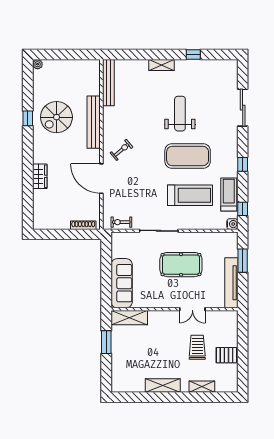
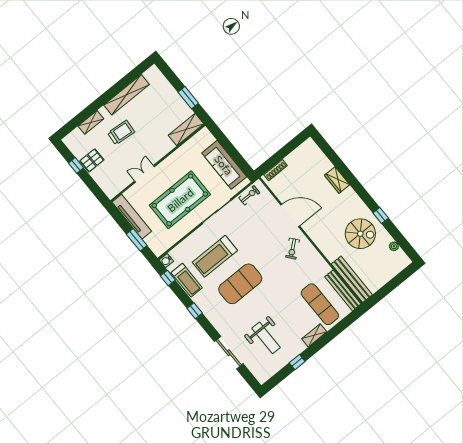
plant: (38, 64) -> (394, 246), moved
exercise mat: (136, 87) -> (320, 304), added
weight bench: (180, 114) -> (266, 338), moved
spiral stairs: (56, 117) -> (360, 234), turned 90
bench: (94, 122) -> (352, 279), moved
pool table: (181, 265) -> (180, 200), width x1.36, depth x1.32
sofa: (122, 283) -> (224, 165), moved
trolley: (197, 347) -> (121, 132), moved, turned -85
window: (243, 362) -> (76, 165), added
shelving: (163, 386) -> (126, 95), width x1.47

